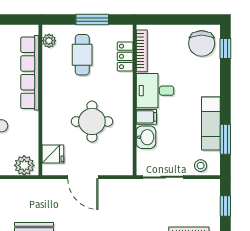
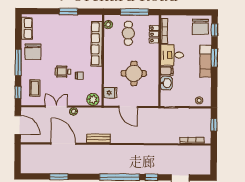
window: (92, 19) -> (134, 12), width x1.44
exam couch: (211, 123) -> (206, 61), moved
window: (225, 139) -> (214, 58), moved

